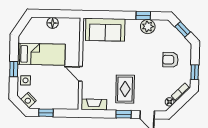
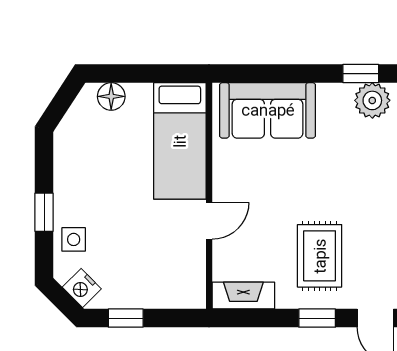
floor lamp: (53, 23) -> (111, 96), moved
bed: (41, 54) -> (180, 141), moved, turned 90
door: (81, 74) -> (209, 221), swing flipped

